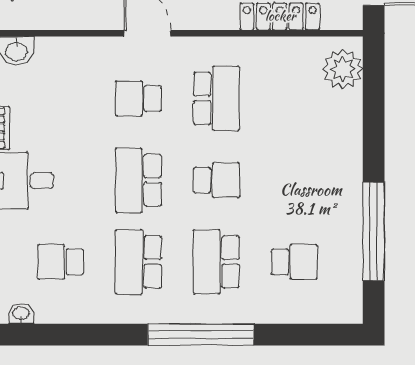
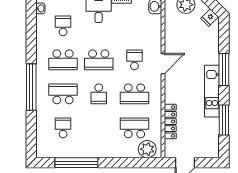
school desk: (294, 98) -> (134, 128), added
school desk: (138, 180) -> (99, 60), turned 180
school desk: (138, 262) -> (63, 60), turned 180
school desk: (294, 262) -> (63, 128), turned 180

